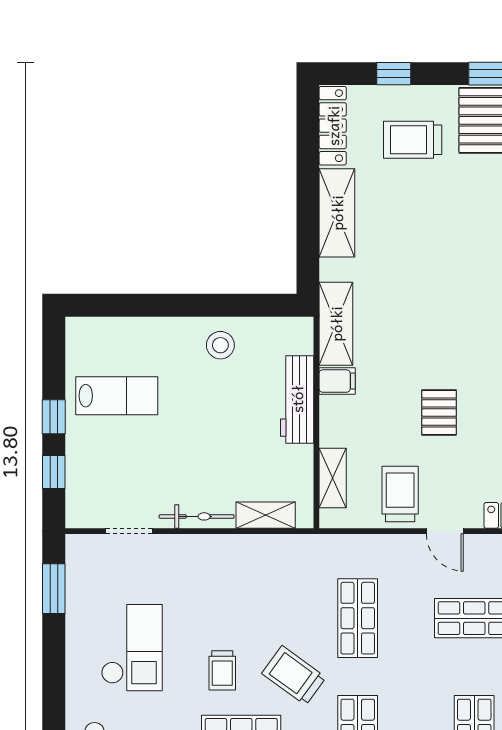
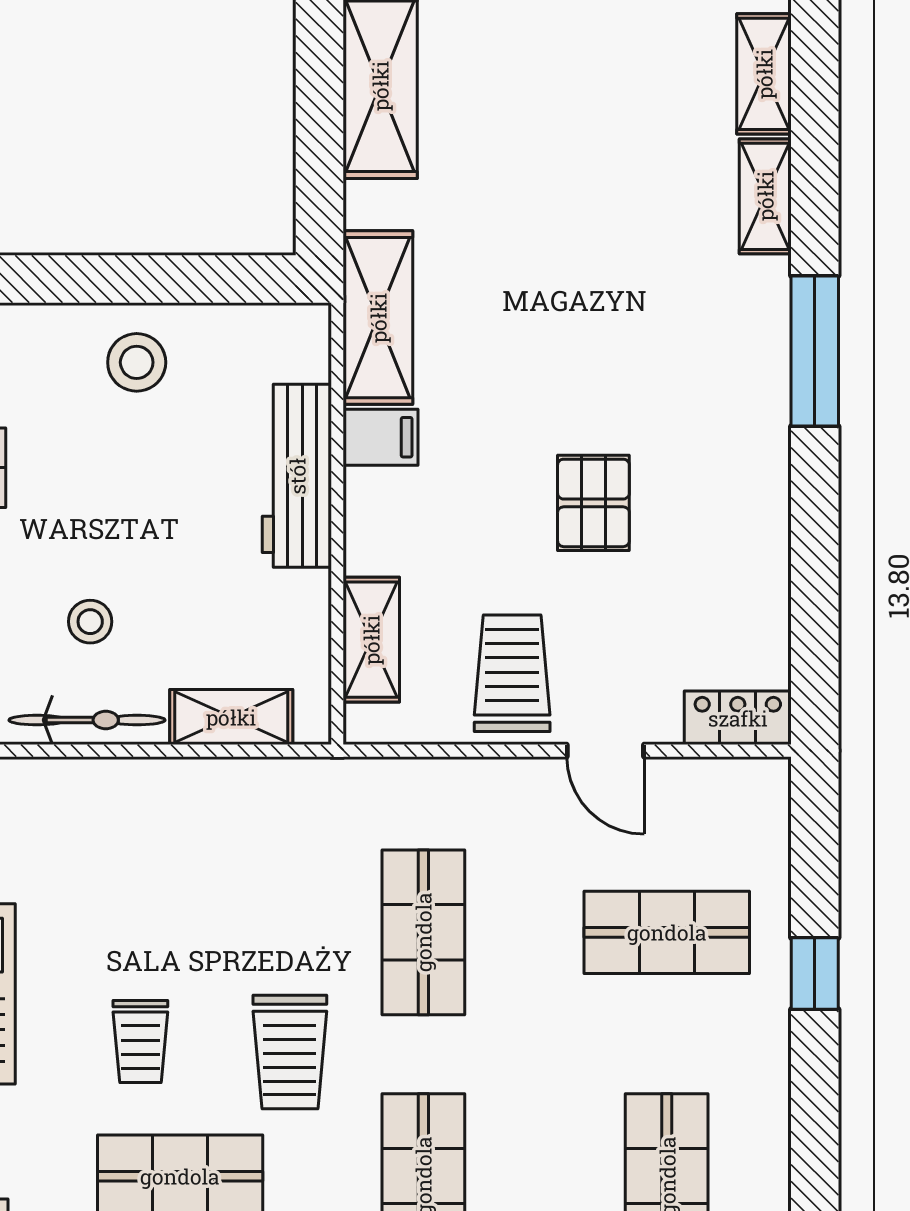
stool: (198, 469) -> (90, 622), added
trolley: (294, 675) -> (290, 1052), turned -126

